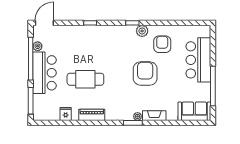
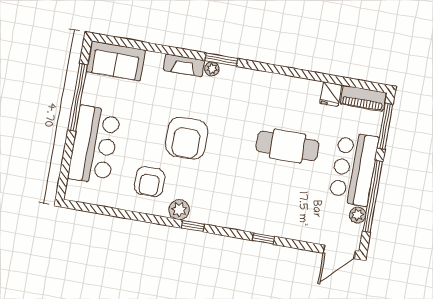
piano: (92, 115) -> (363, 98), moved

